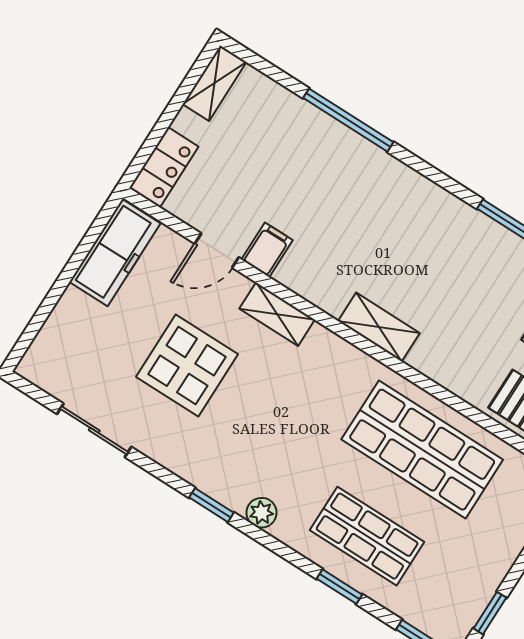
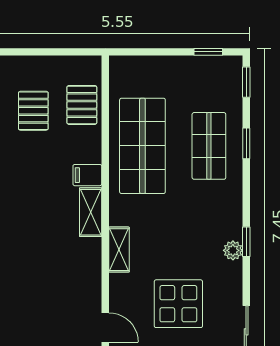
filing cabinet: (267, 250) -> (87, 175), moved
shelving: (277, 314) -> (119, 250), moved
plant: (262, 513) -> (233, 250), moved

